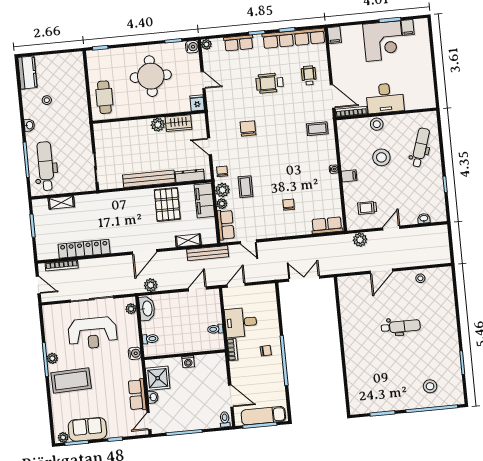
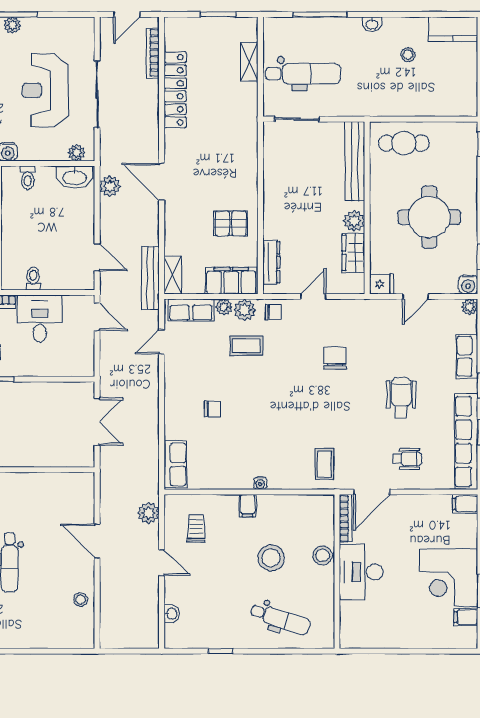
chair: (248, 128) -> (335, 358), turned -90
dental chair: (46, 166) -> (303, 74), moved
bench: (149, 179) -> (355, 161), moved
pallet: (167, 204) -> (231, 223), width x0.67, depth x0.71
shelving: (188, 240) -> (173, 275), moved

